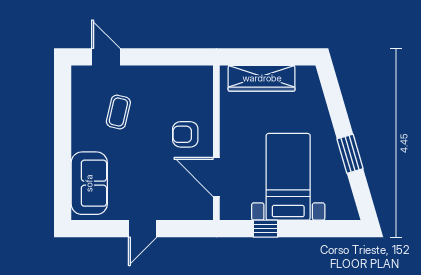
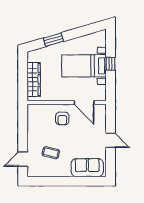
window: (350, 154) -> (53, 40), moved
door: (216, 177) -> (84, 103), hinge flipped
window: (266, 229) -> (111, 64), moved

